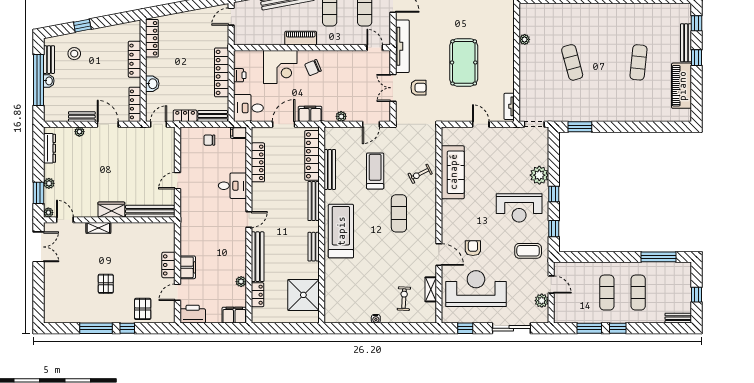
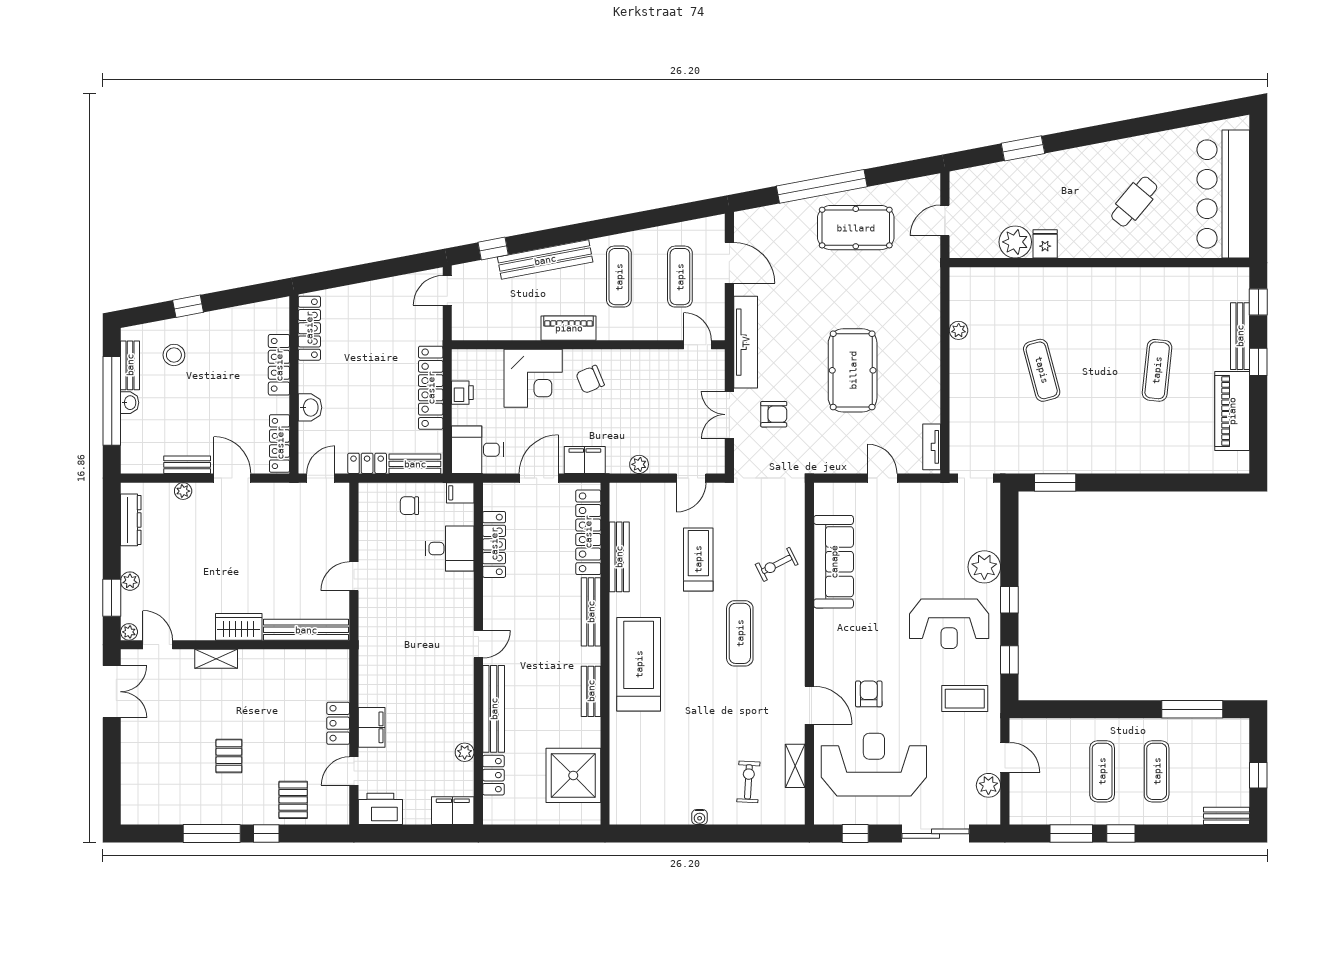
desk: (232, 186) -> (450, 549), moved

